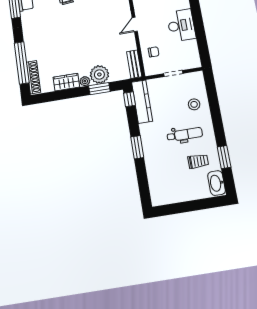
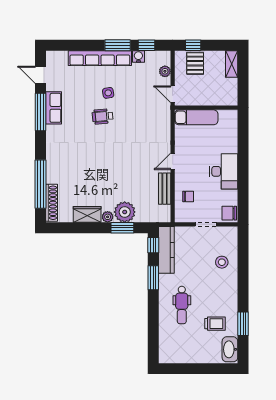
chair: (193, 60) -> (229, 213), added
bench: (134, 64) -> (165, 189), moved
dental chair: (185, 135) -> (182, 305), moved, turned 90
window: (137, 147) -> (153, 278), moved

